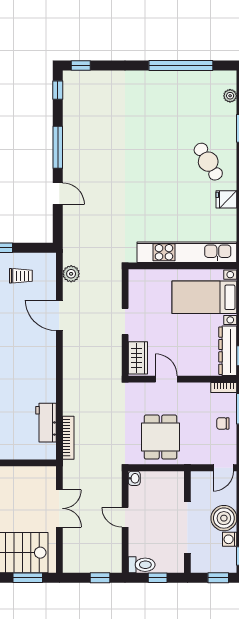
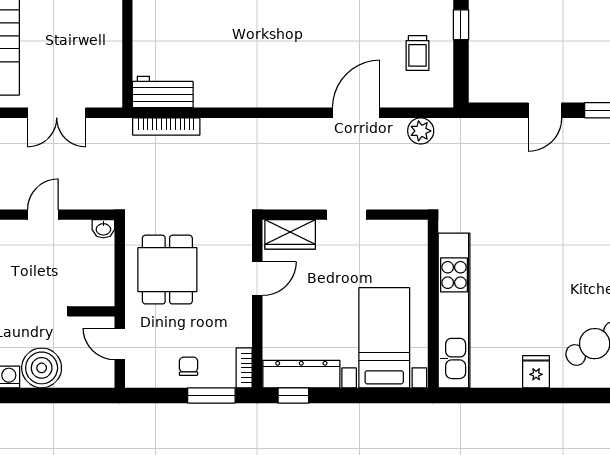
workbench: (46, 423) -> (163, 92), moved
dining table: (160, 437) -> (167, 270), turned 90
door: (223, 468) -> (120, 344), moved

